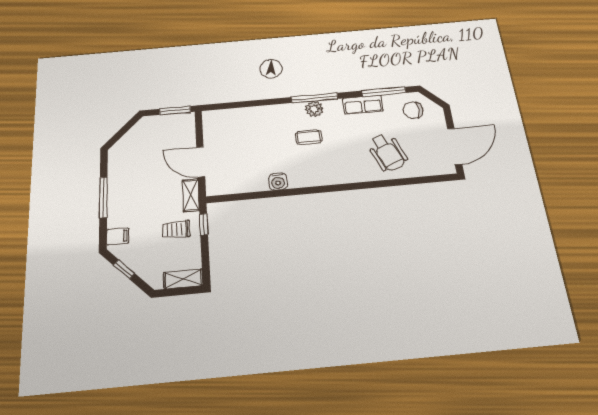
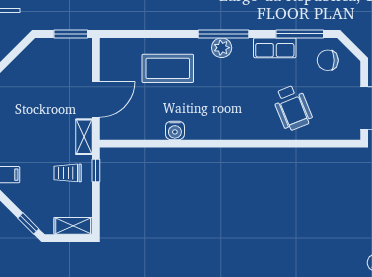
coffee table: (309, 137) -> (168, 68), moved, width x1.86, depth x1.72
door: (201, 162) -> (96, 99), swing flipped
window: (124, 269) -> (28, 223), moved

